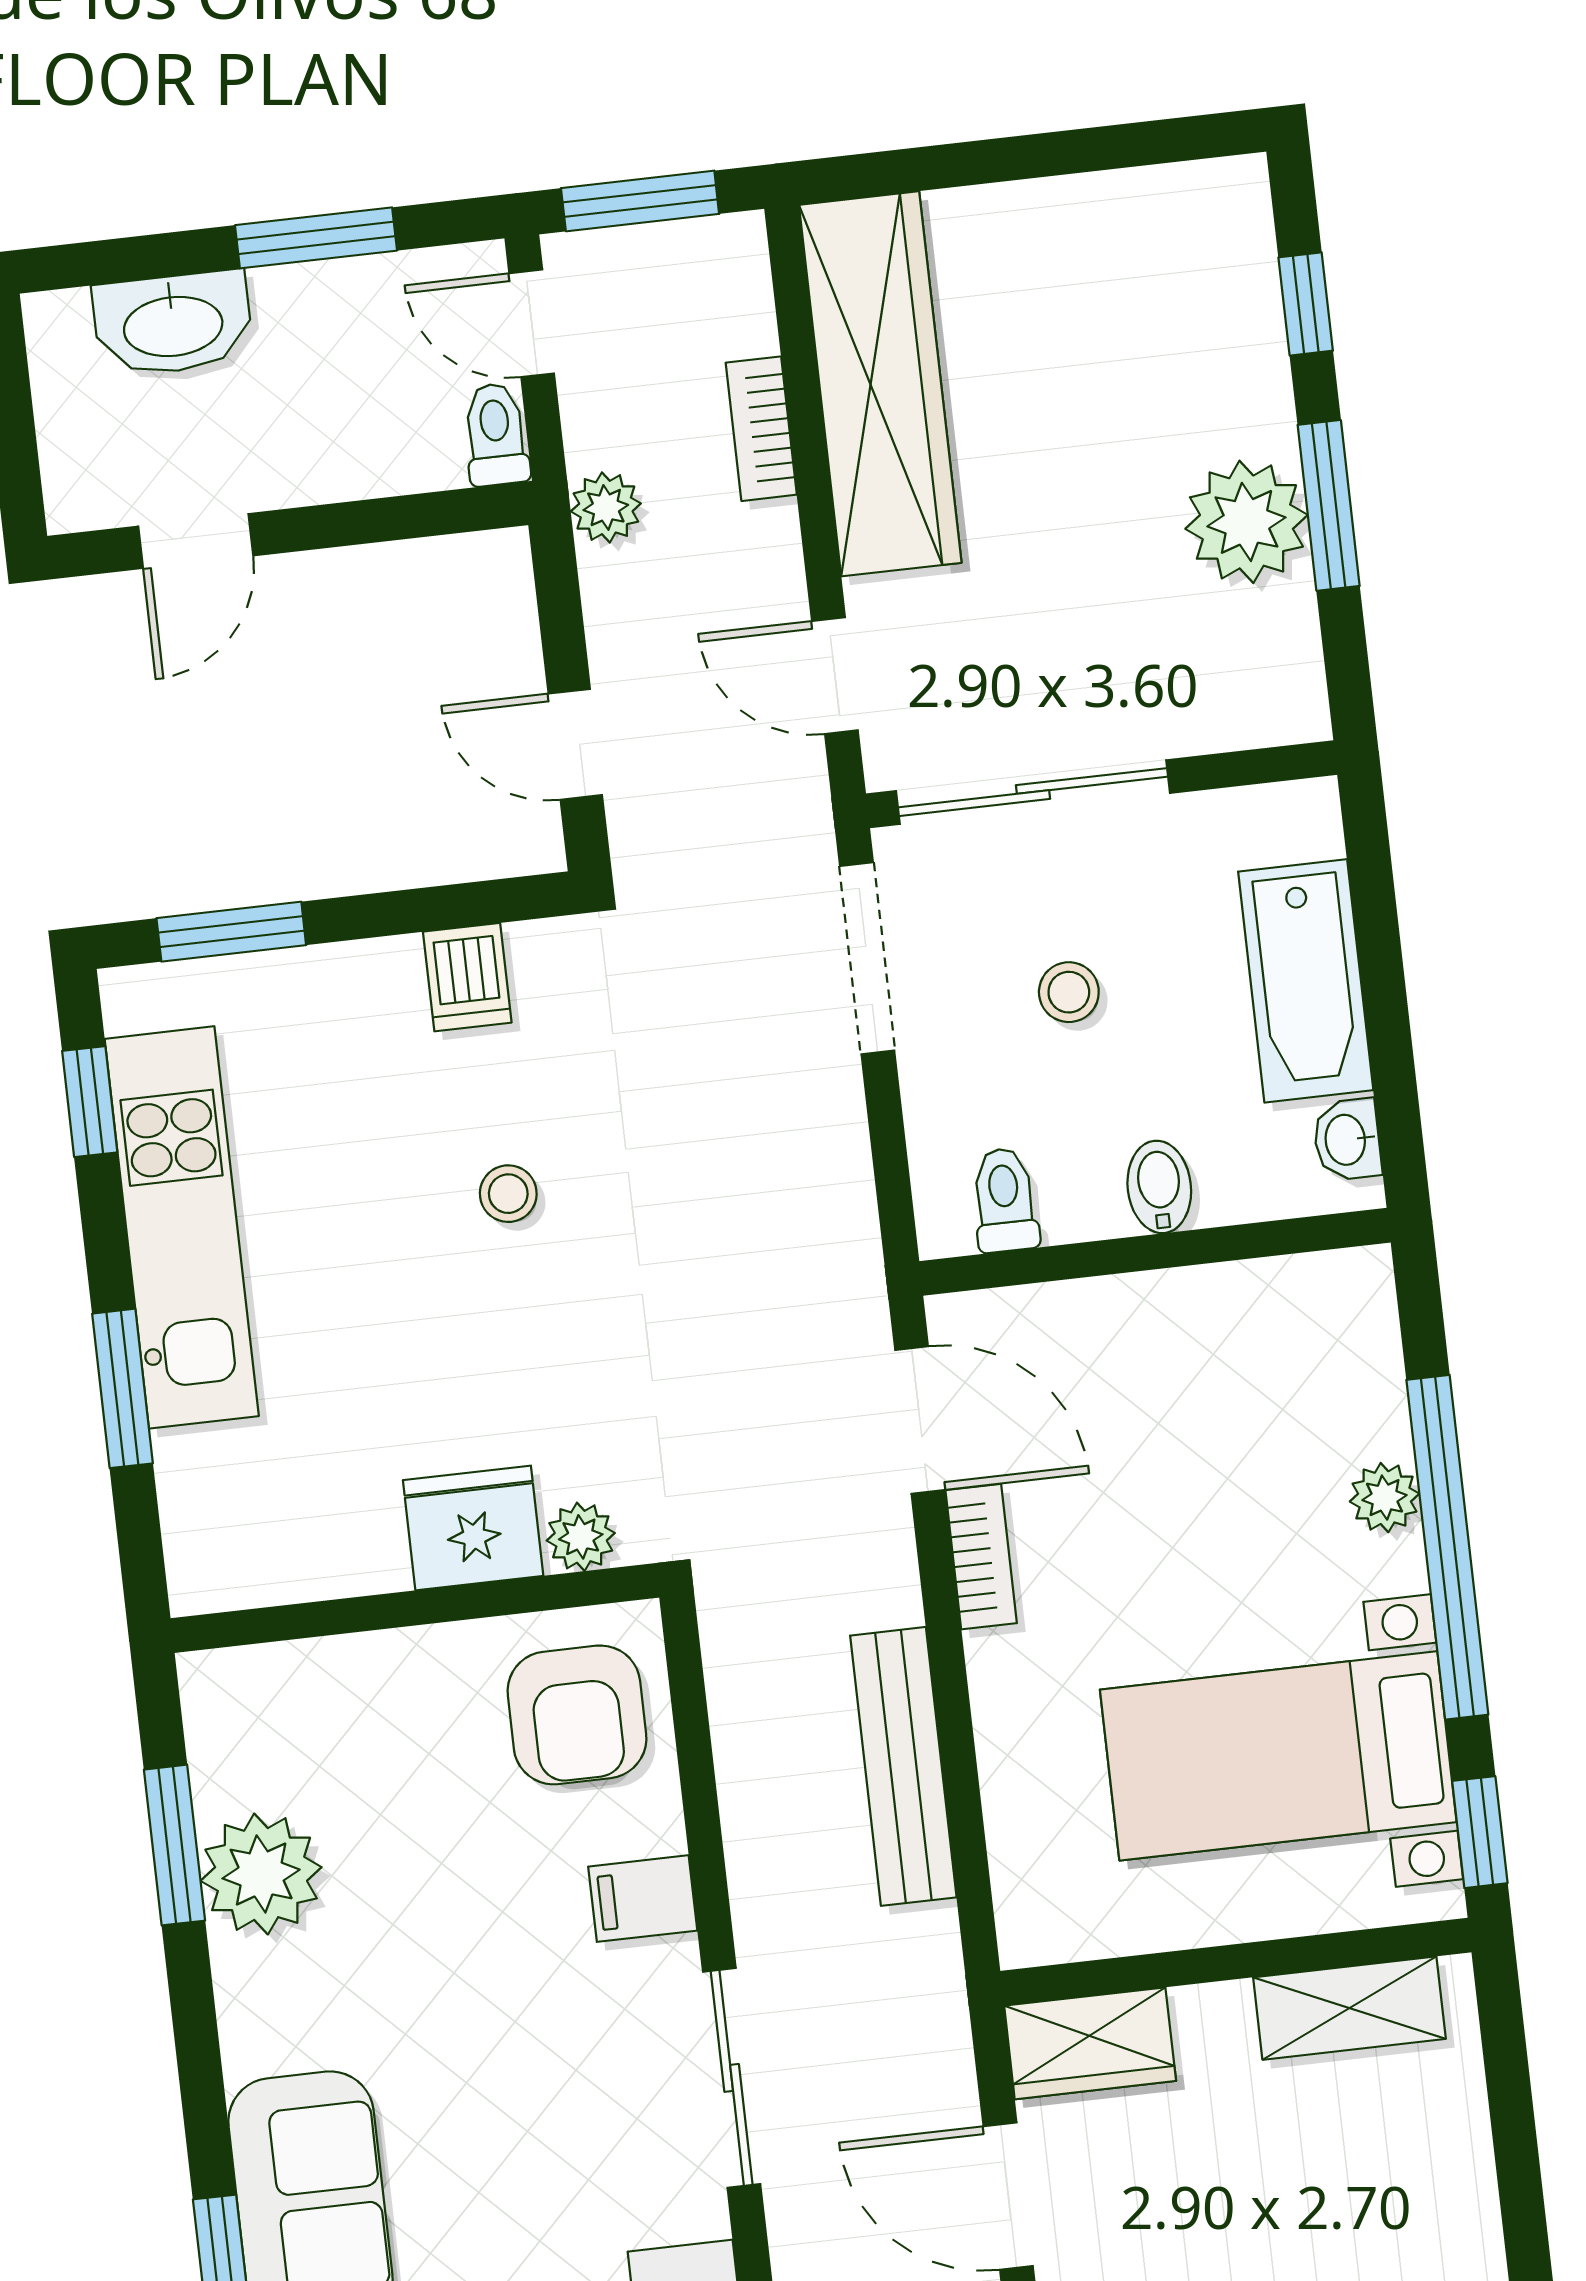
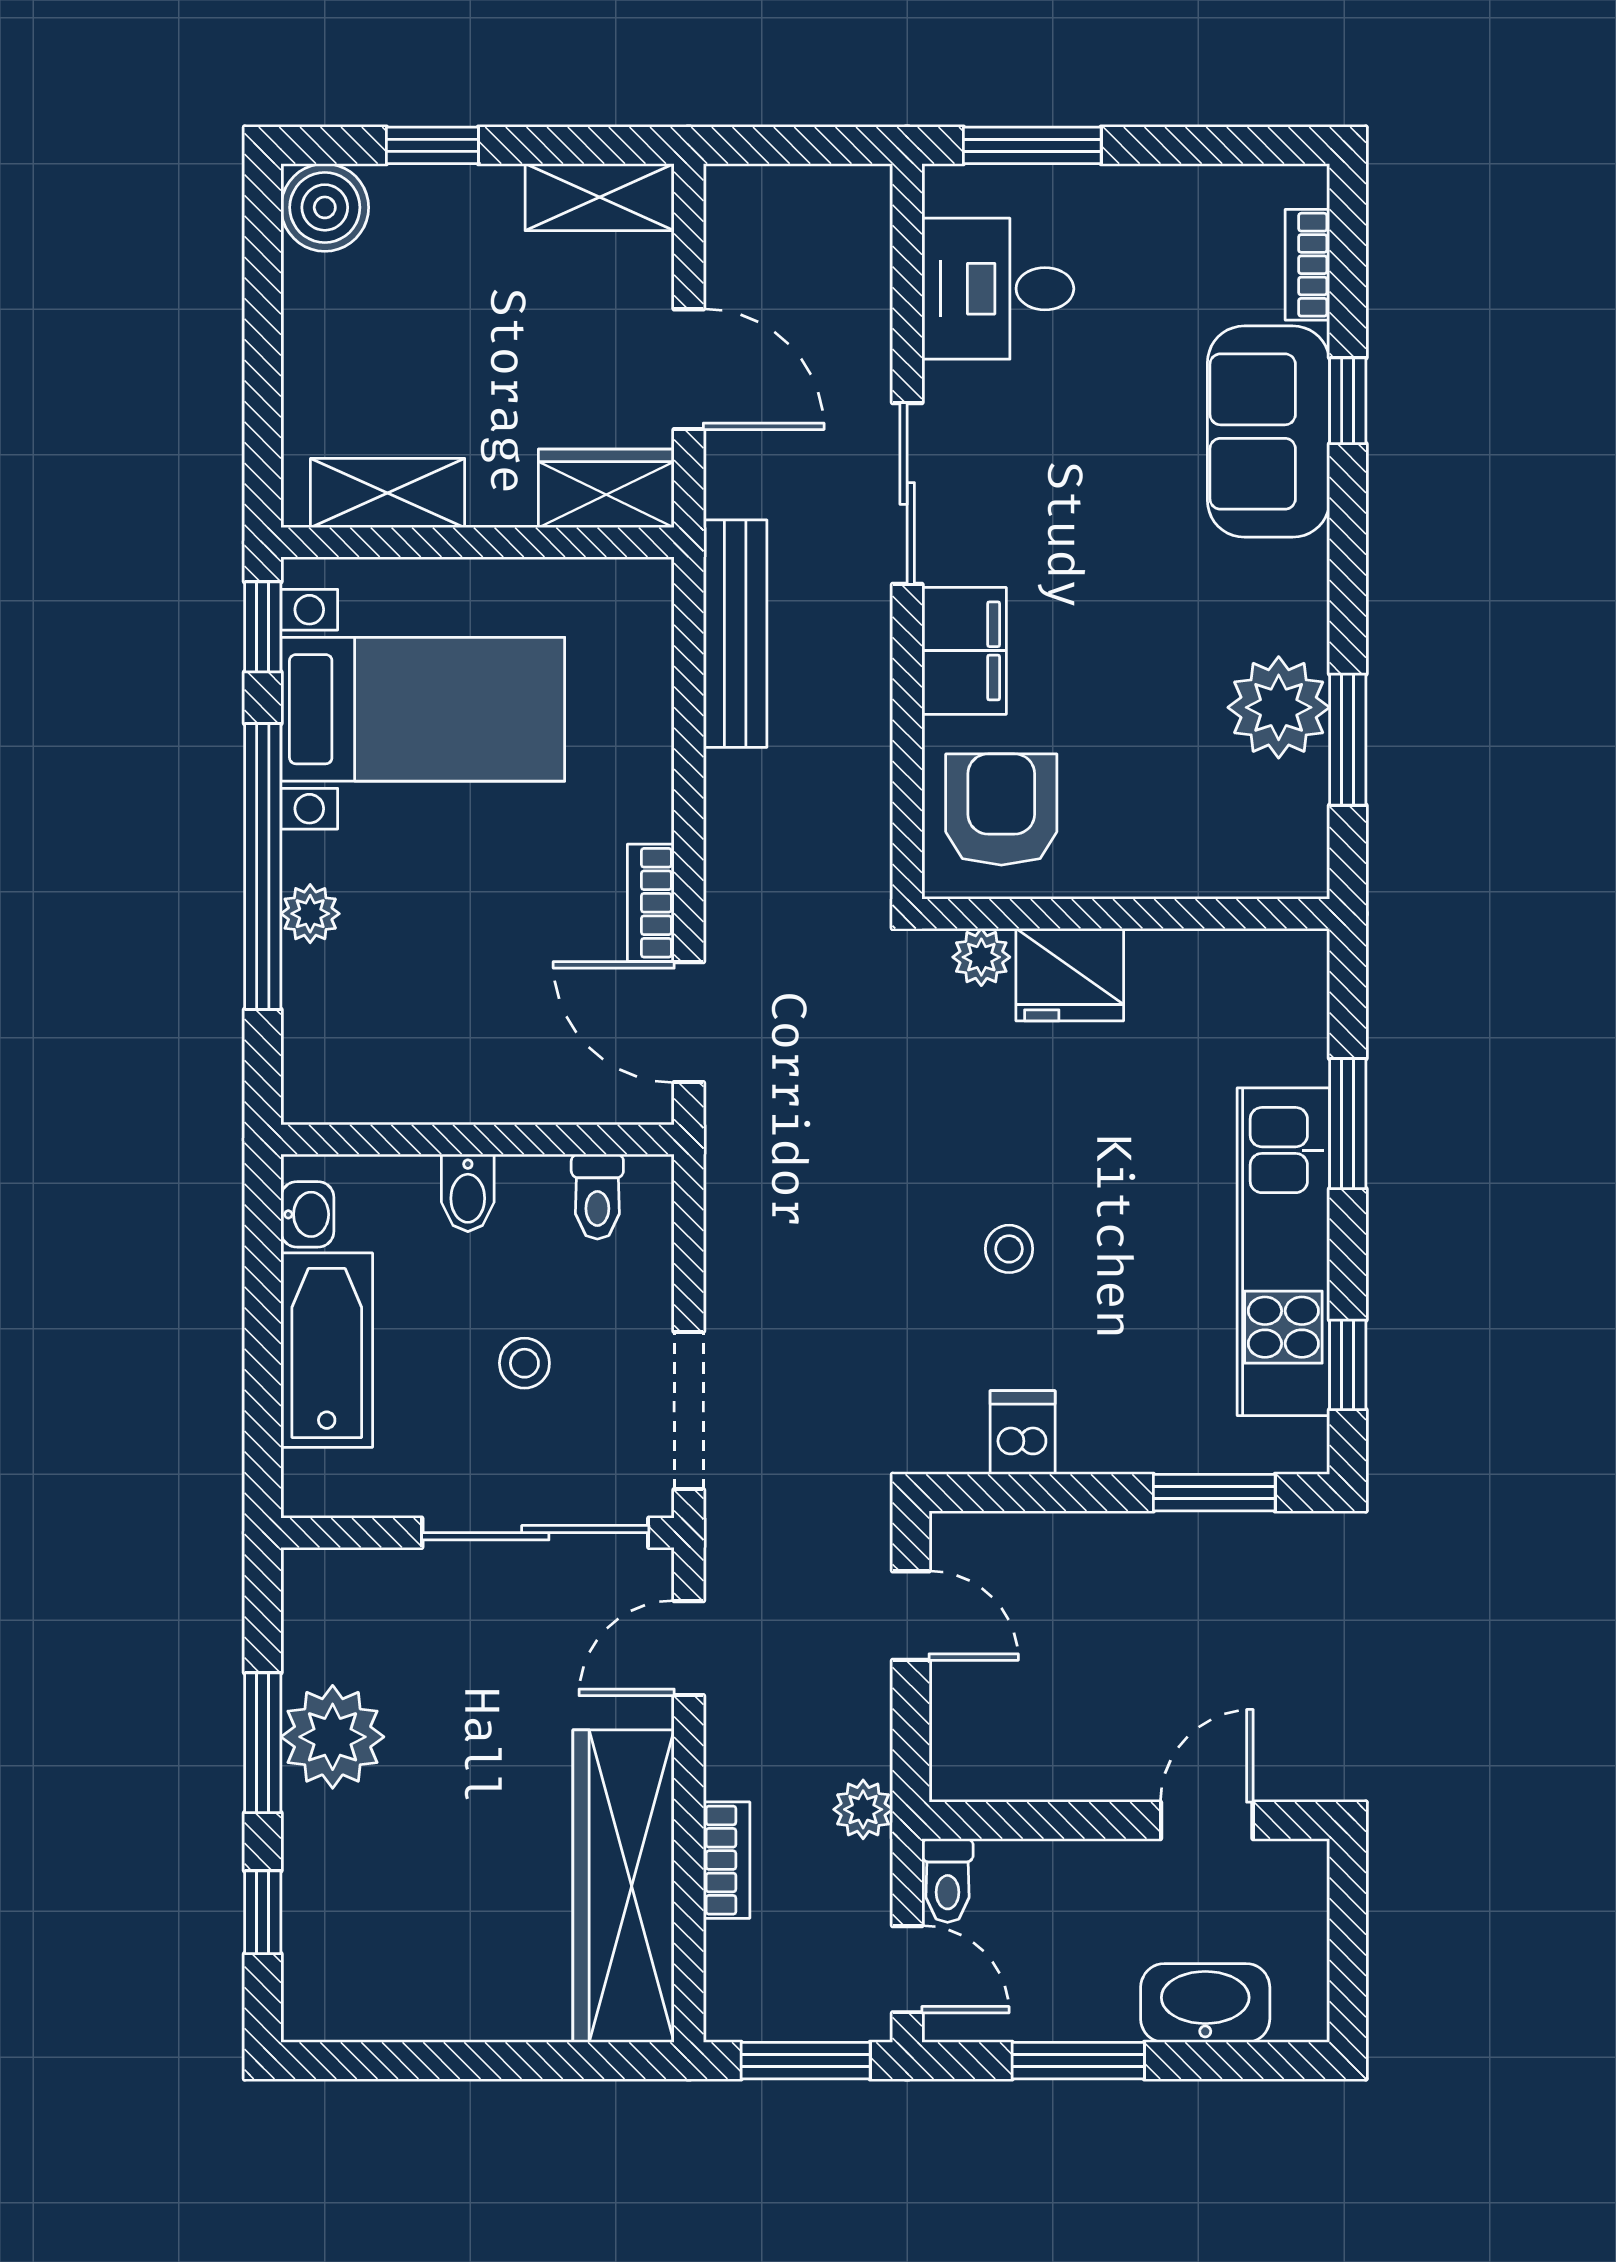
door: (835, 676) -> (689, 1648), swing flipped
bench: (903, 1766) -> (735, 634), moved
filing cabinet: (643, 1899) -> (964, 651), width x2.00

